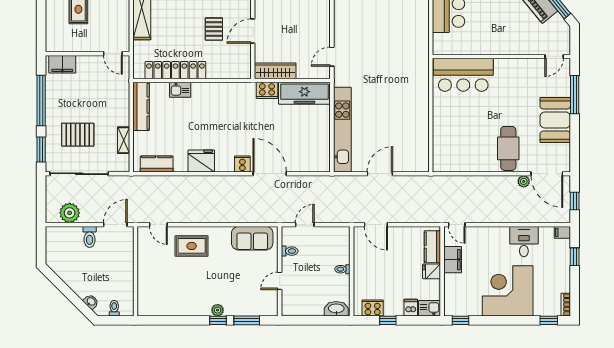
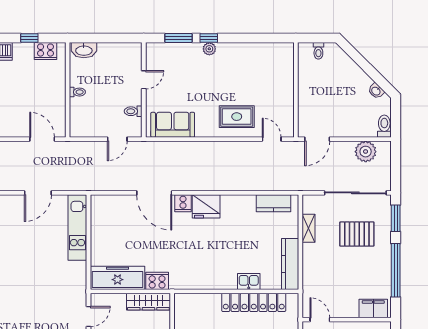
kitchen unit: (342, 130) -> (77, 227), width x0.73
fridge: (201, 161) -> (206, 206), moved
toilet: (90, 237) -> (384, 126), moved
washbasin: (91, 302) -> (376, 91), moved

